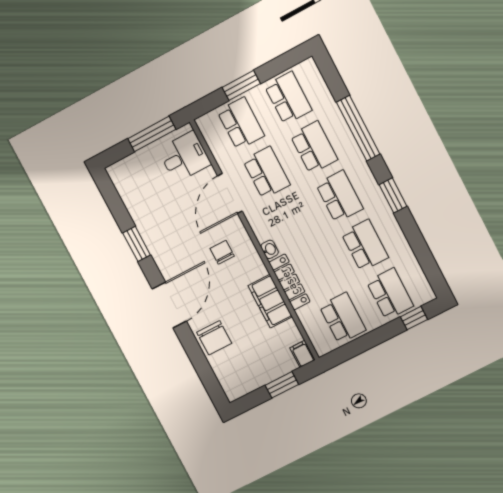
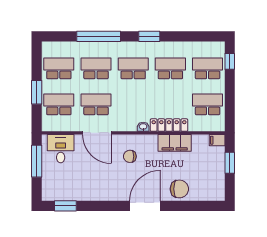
window: (137, 244) -> (65, 206), moved
door: (169, 305) -> (145, 206), hinge flipped

